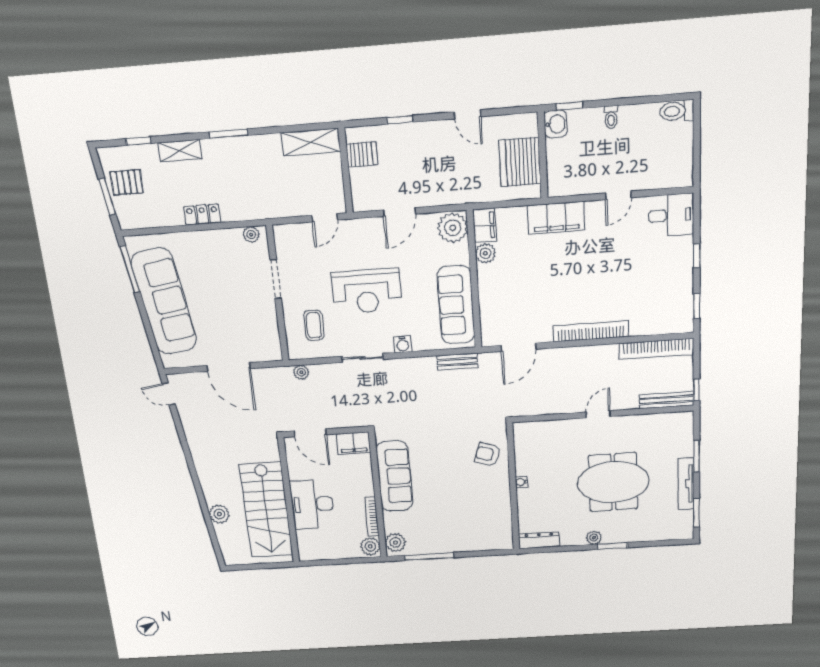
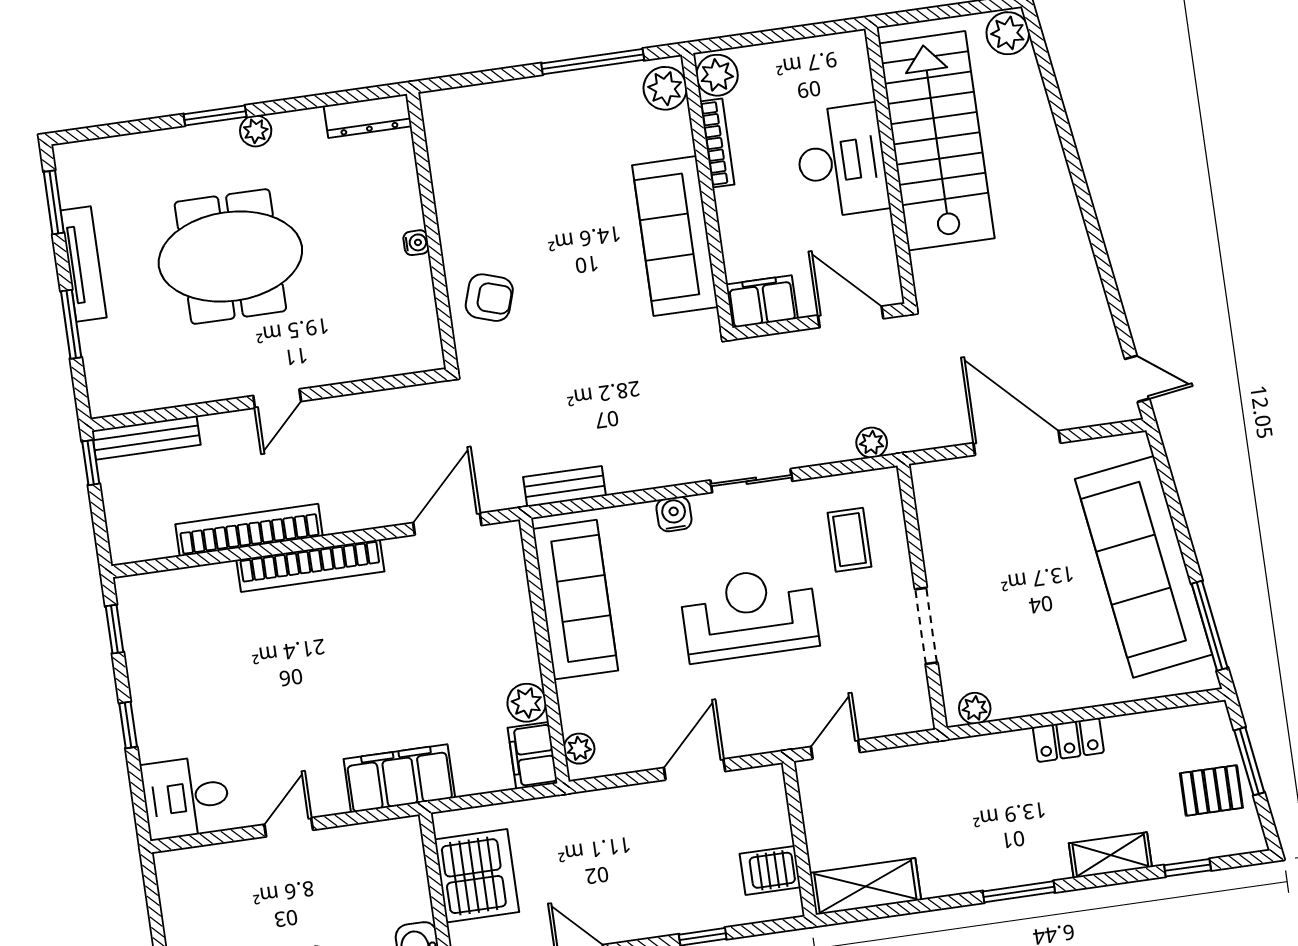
plant: (453, 228) -> (579, 749), width x0.53, depth x0.53
bookcase: (656, 349) -> (249, 530), moved
plant: (219, 514) -> (1008, 33), moved

